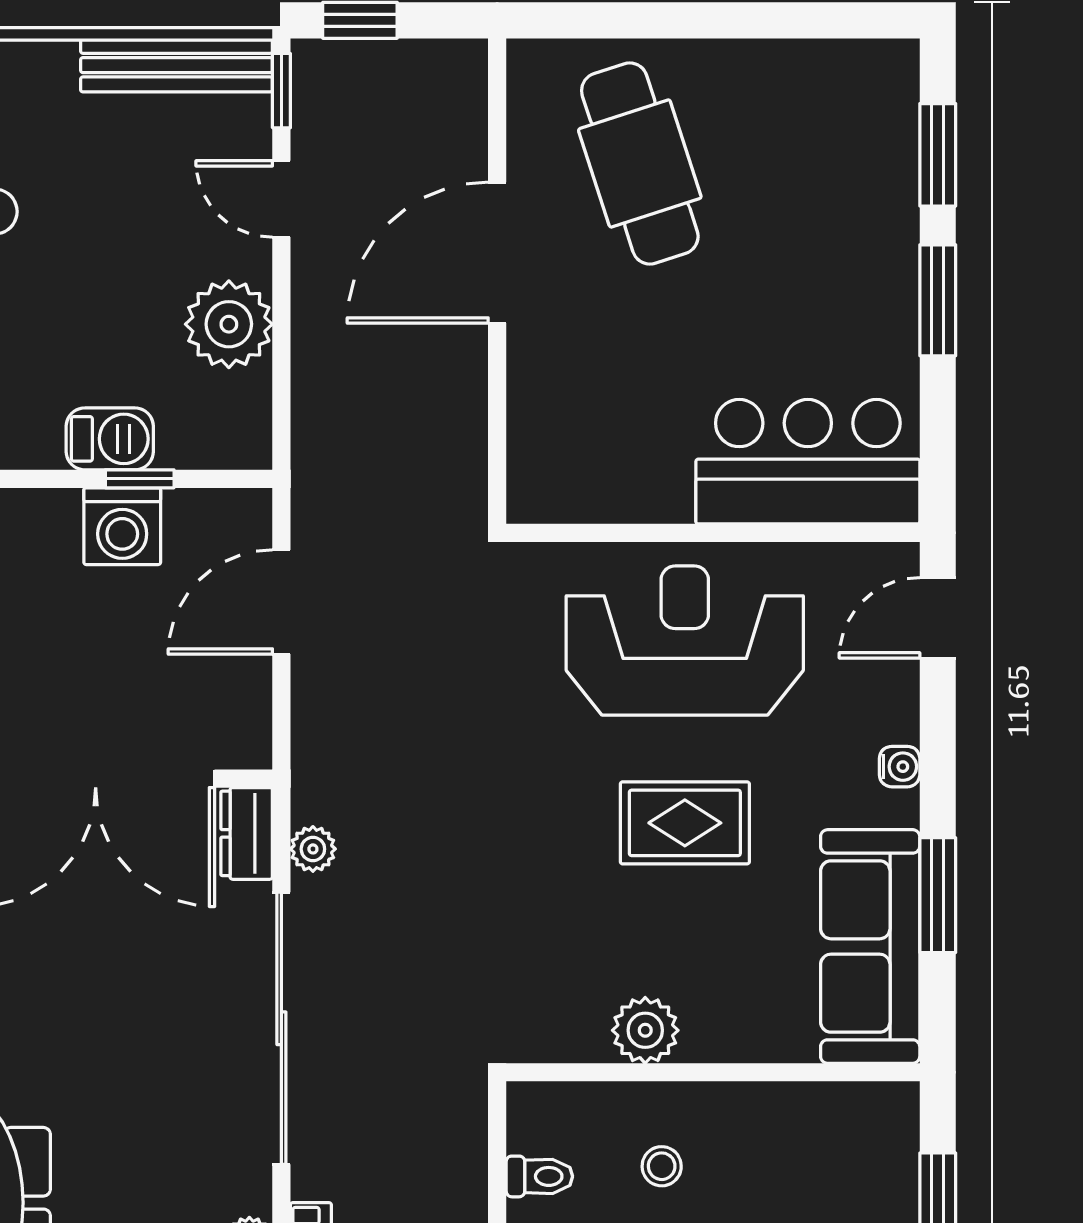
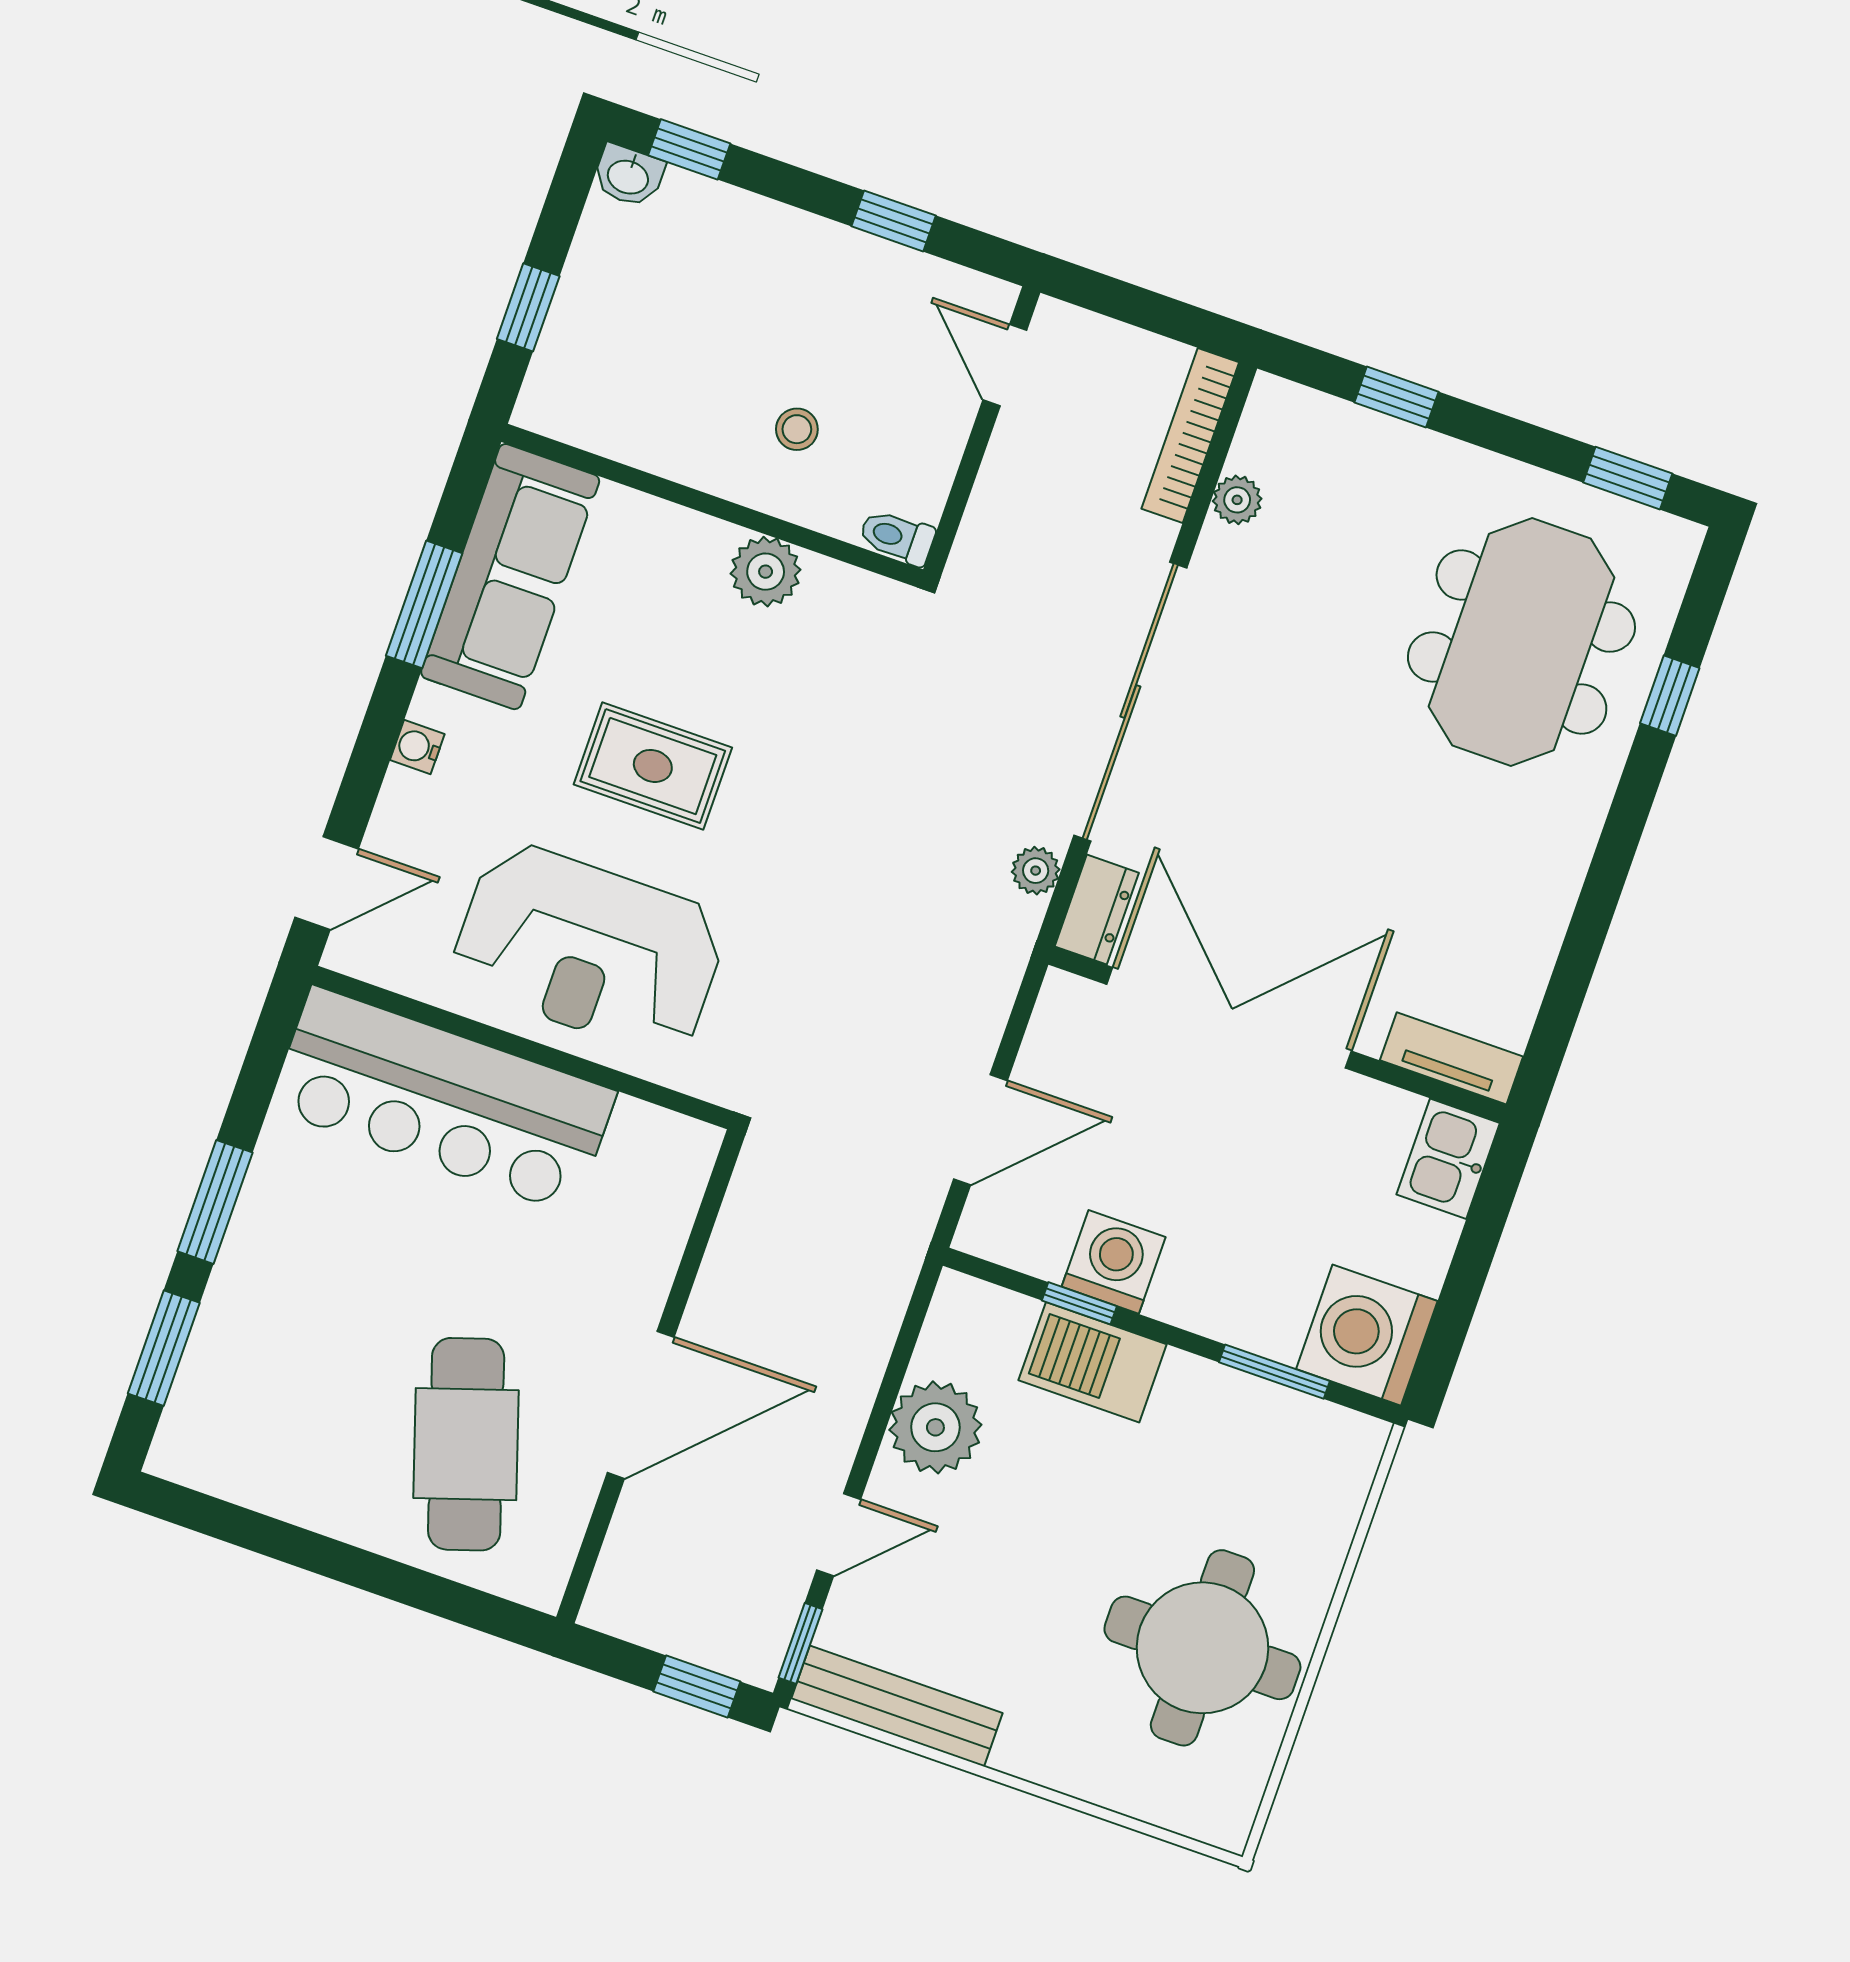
door: (281, 199) -> (839, 1535), hinge flipped
barbecue: (110, 439) -> (1093, 1362), width x1.38, depth x1.27
bar counter: (808, 462) -> (443, 1100), width x1.36
toilet: (539, 1176) -> (897, 537), moved

